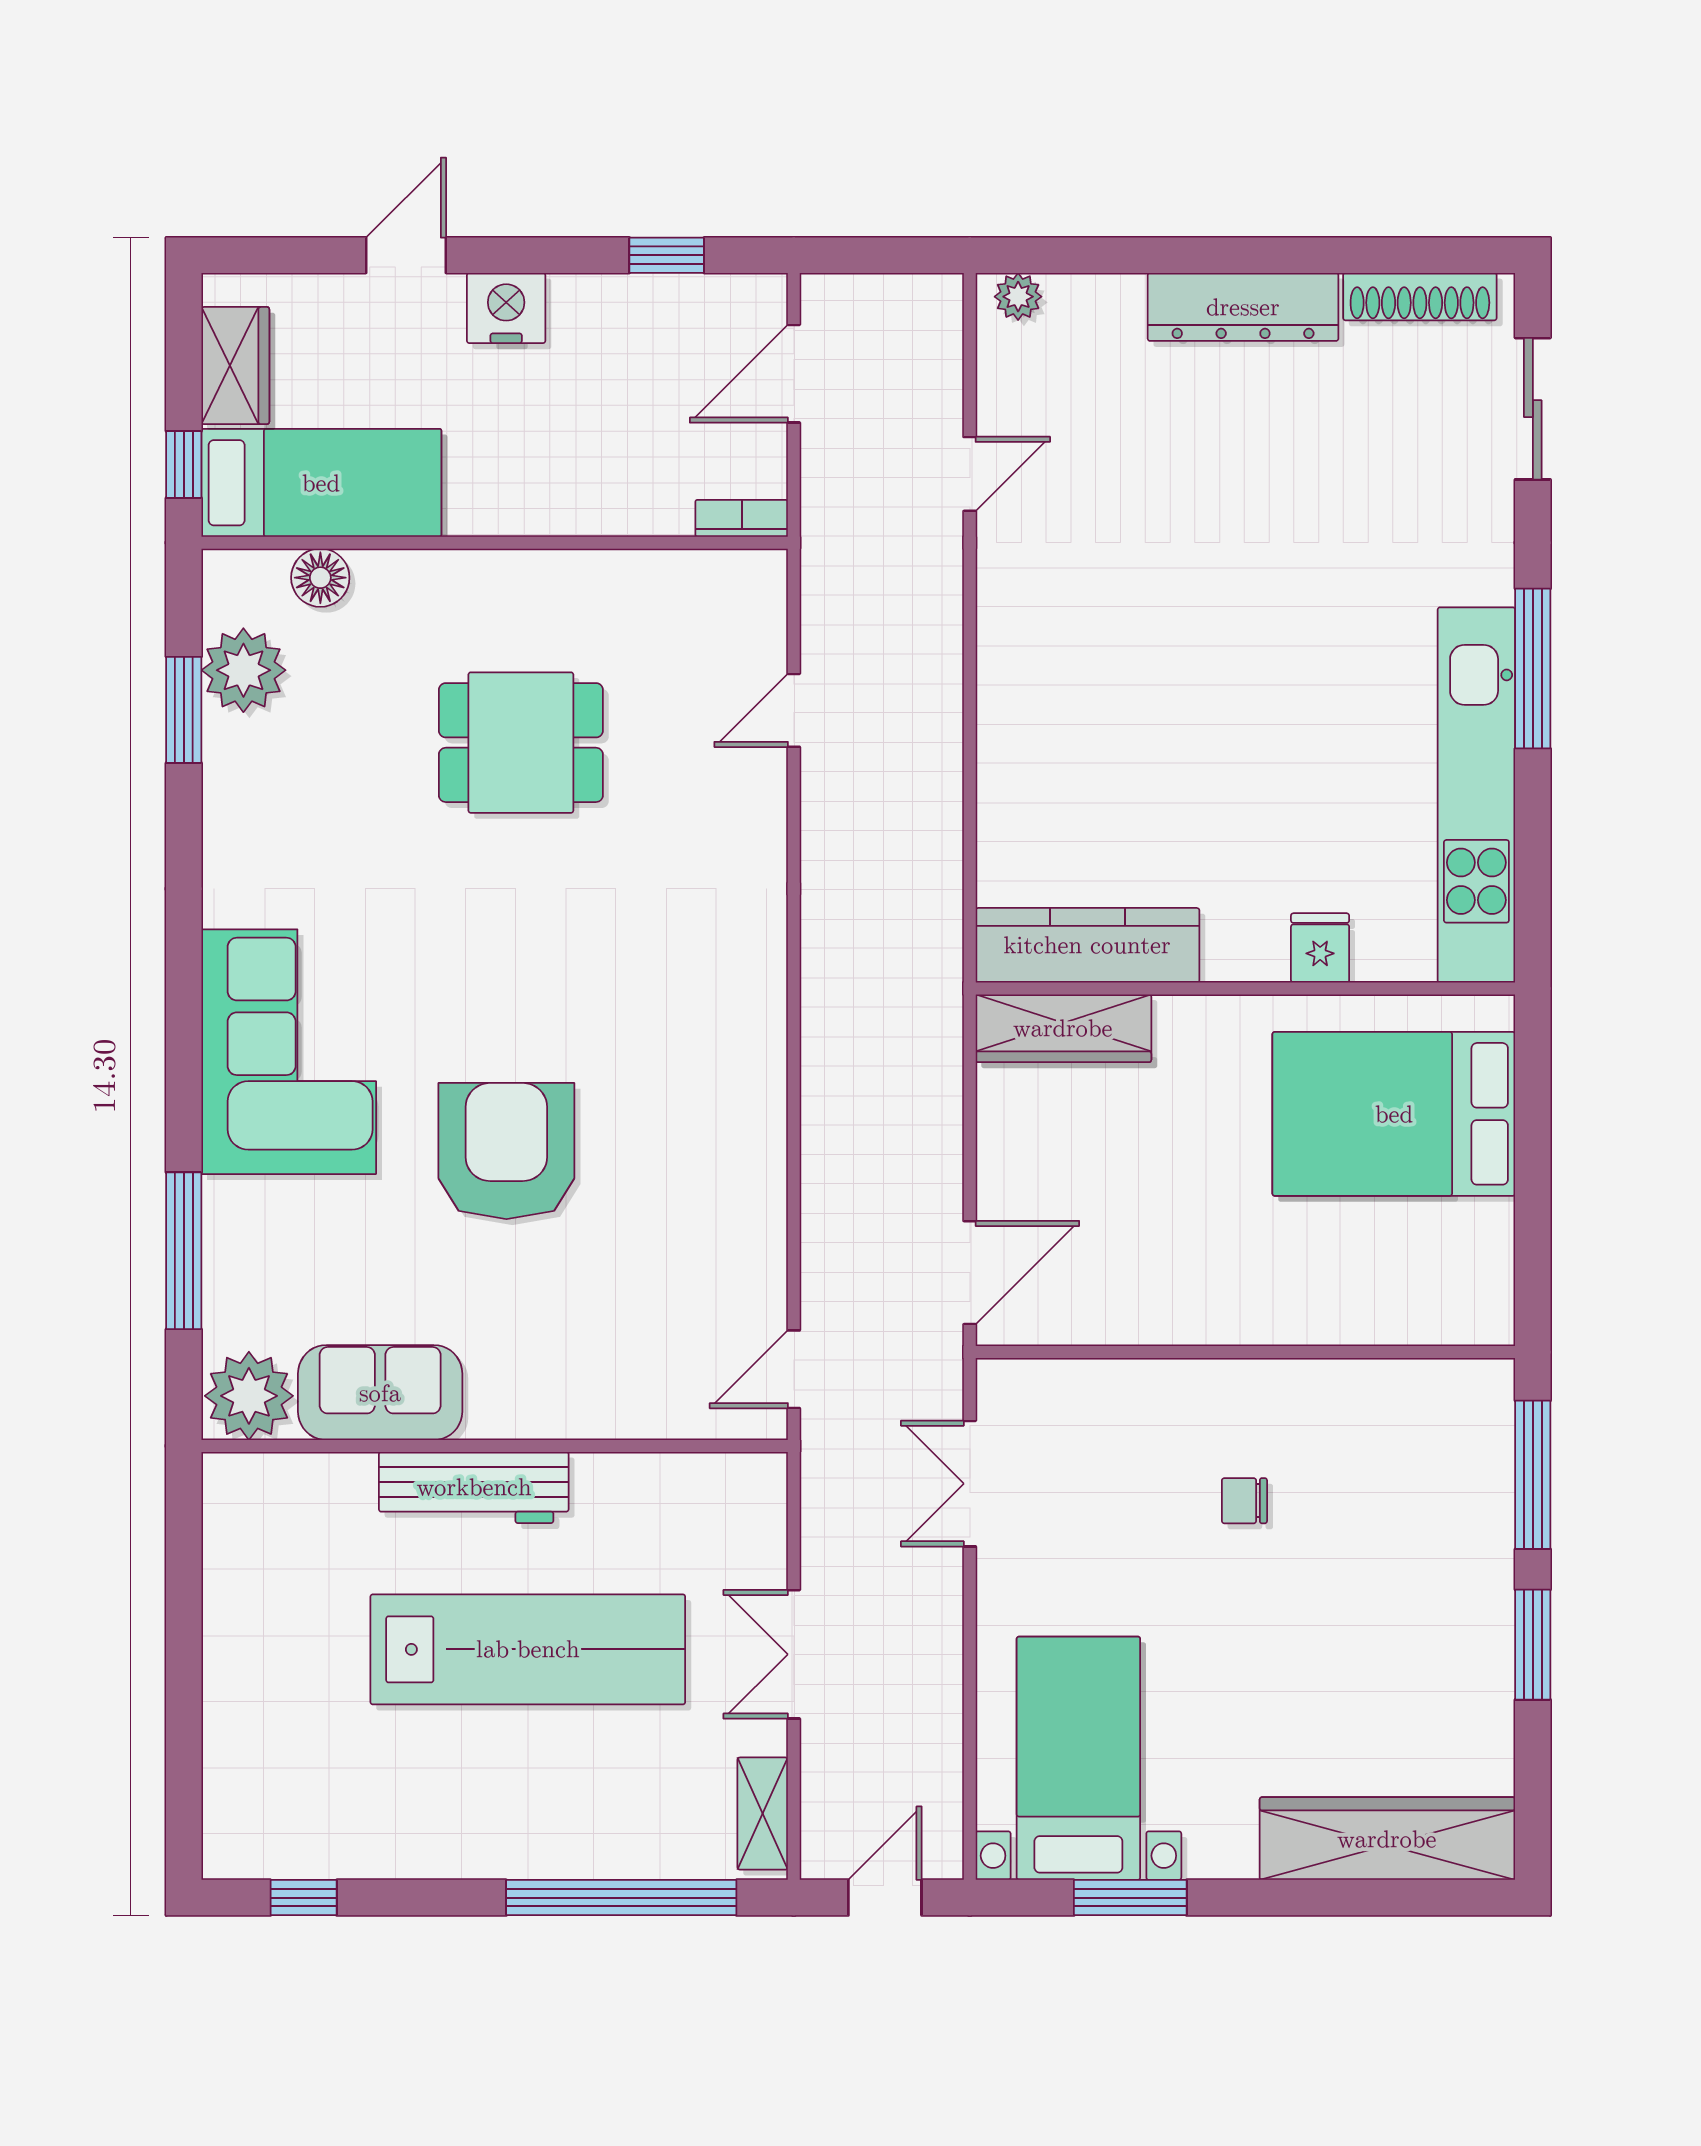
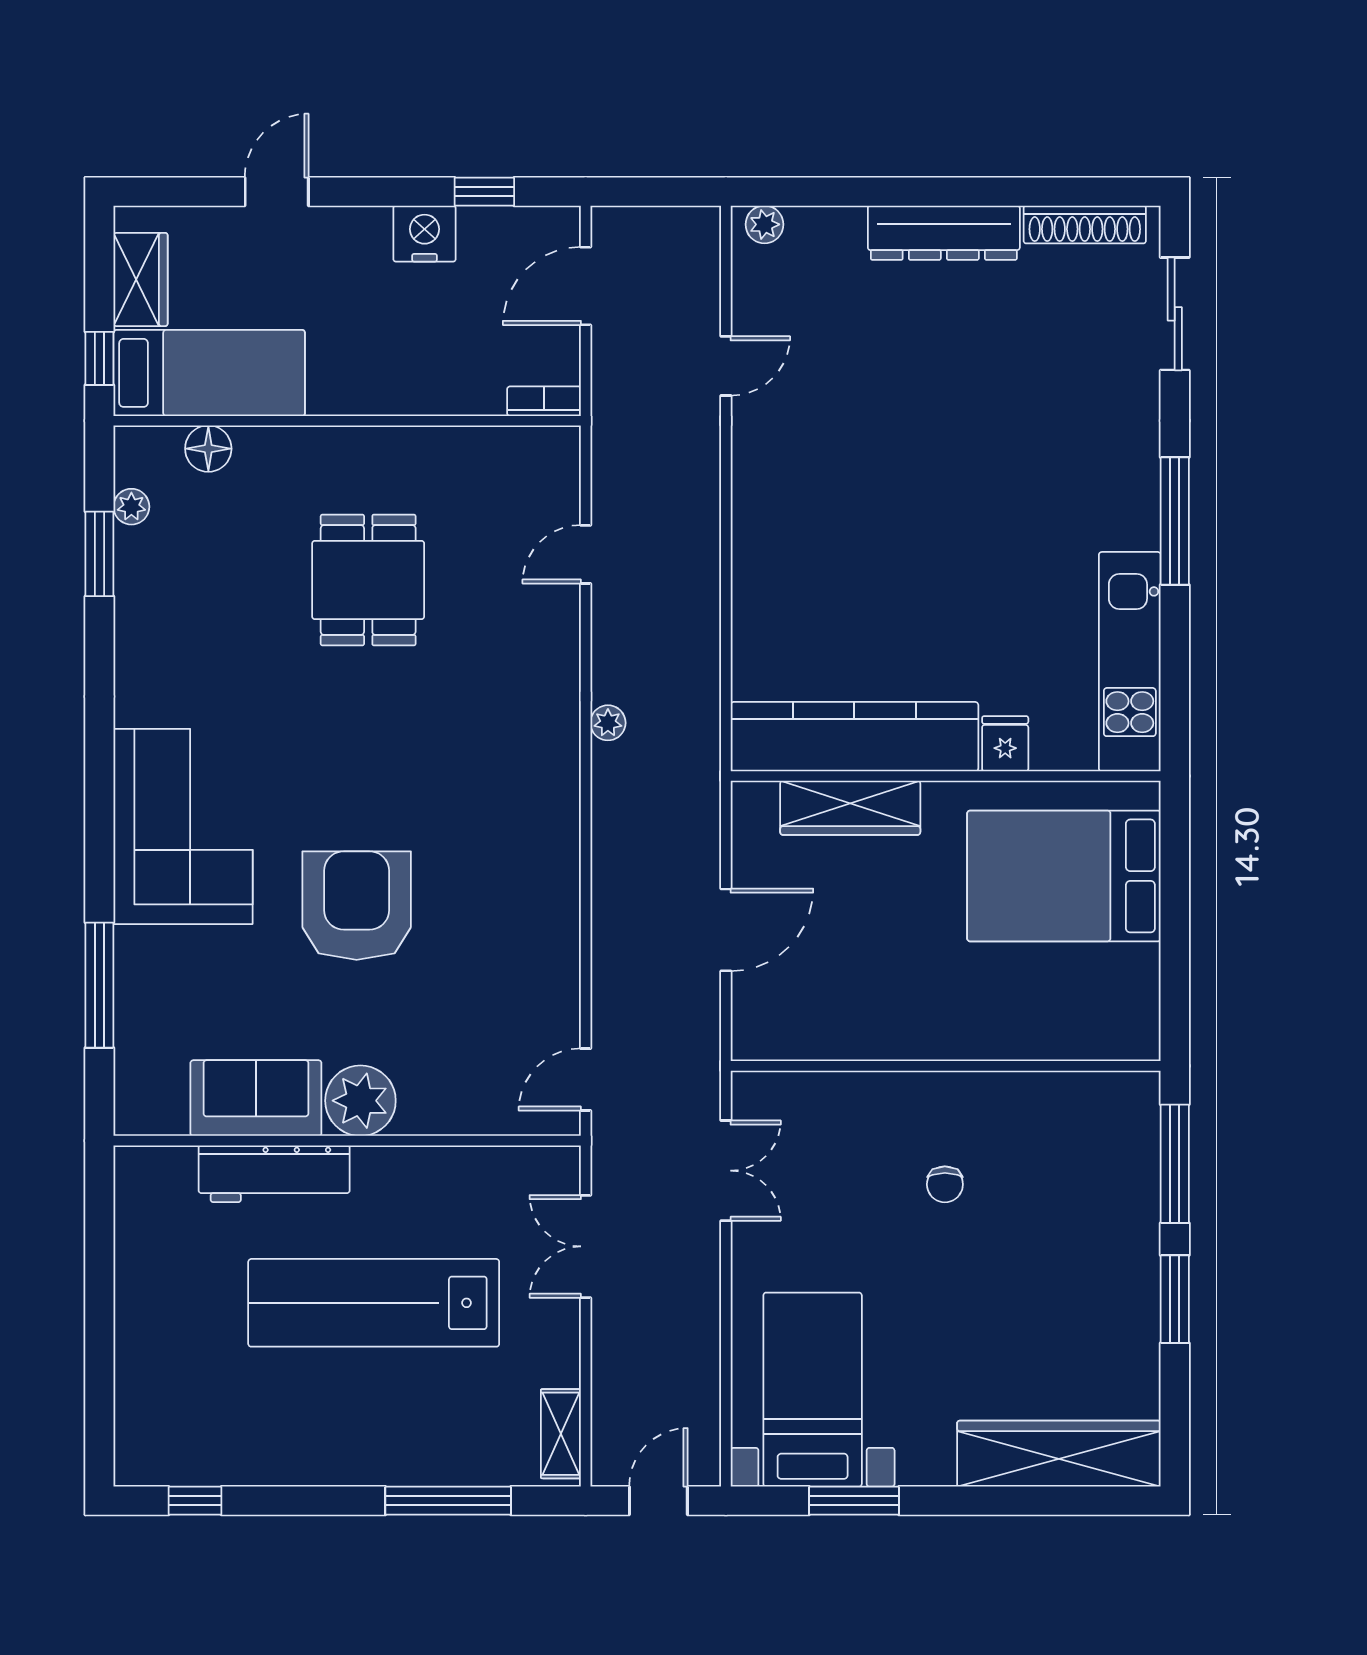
nightstand: (506, 308) -> (425, 234), moved
plant: (243, 670) -> (131, 507), width x0.53, depth x0.53
dining table: (521, 743) -> (368, 580), turned 90
kitchen unit: (1476, 795) -> (1130, 662), width x0.73
plant: (822, 922) -> (608, 723), added
kitchen counter: (1087, 945) -> (854, 737), width x1.39, depth x1.17
wardrobe: (1063, 1028) -> (850, 808), moved
door: (970, 1273) -> (726, 930), moved
plant: (249, 1396) -> (360, 1101), moved
double door: (970, 1484) -> (726, 1171), swing flipped
workbench: (474, 1487) -> (274, 1174), moved
chair: (1244, 1501) -> (945, 1184), turned -90
lab bench: (528, 1649) -> (374, 1303), turned 180
double door: (794, 1654) -> (586, 1246), moved
window: (621, 1898) -> (448, 1501), width x0.68

